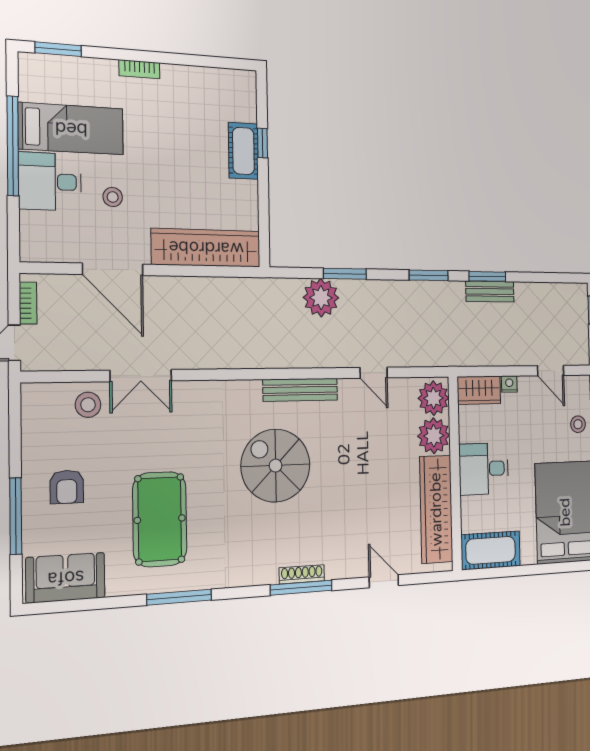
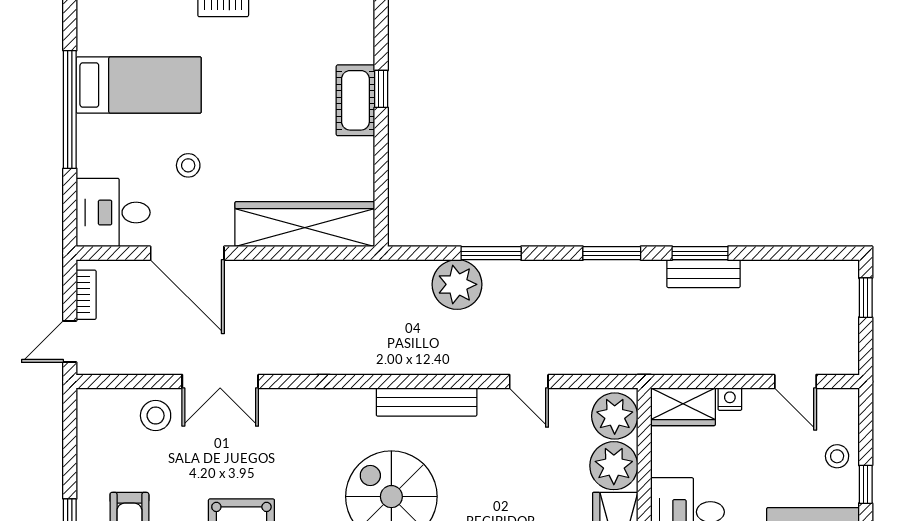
desk: (50, 182) -> (113, 213), moved

